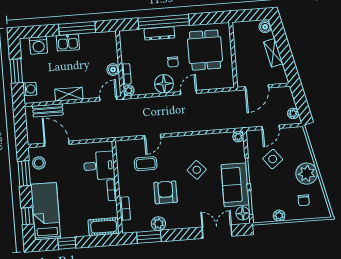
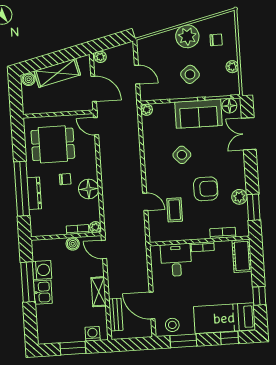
washing machine: (38, 45) -> (42, 270), moved
shelving: (273, 53) -> (57, 73), width x1.50, depth x1.33
door: (189, 92) -> (96, 126), moved
plant: (293, 113) -> (100, 57), moved
door: (57, 144) -> (152, 306), hinge flipped
side table: (273, 159) -> (190, 74), moved
armchair: (166, 192) -> (206, 189), turned 180

